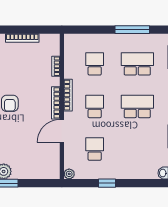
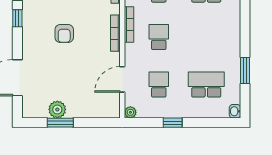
school desk: (137, 106) -> (206, 85), moved
door: (62, 131) -> (122, 79), moved

